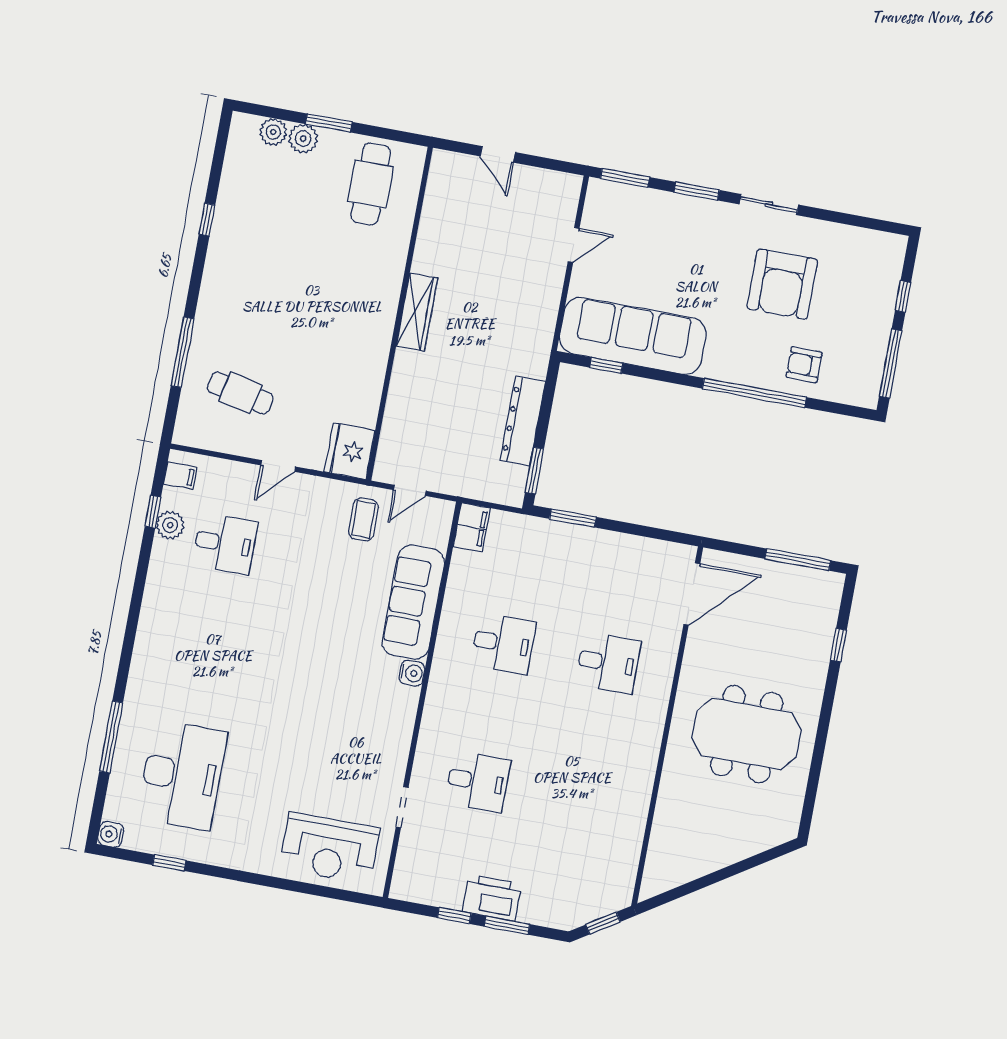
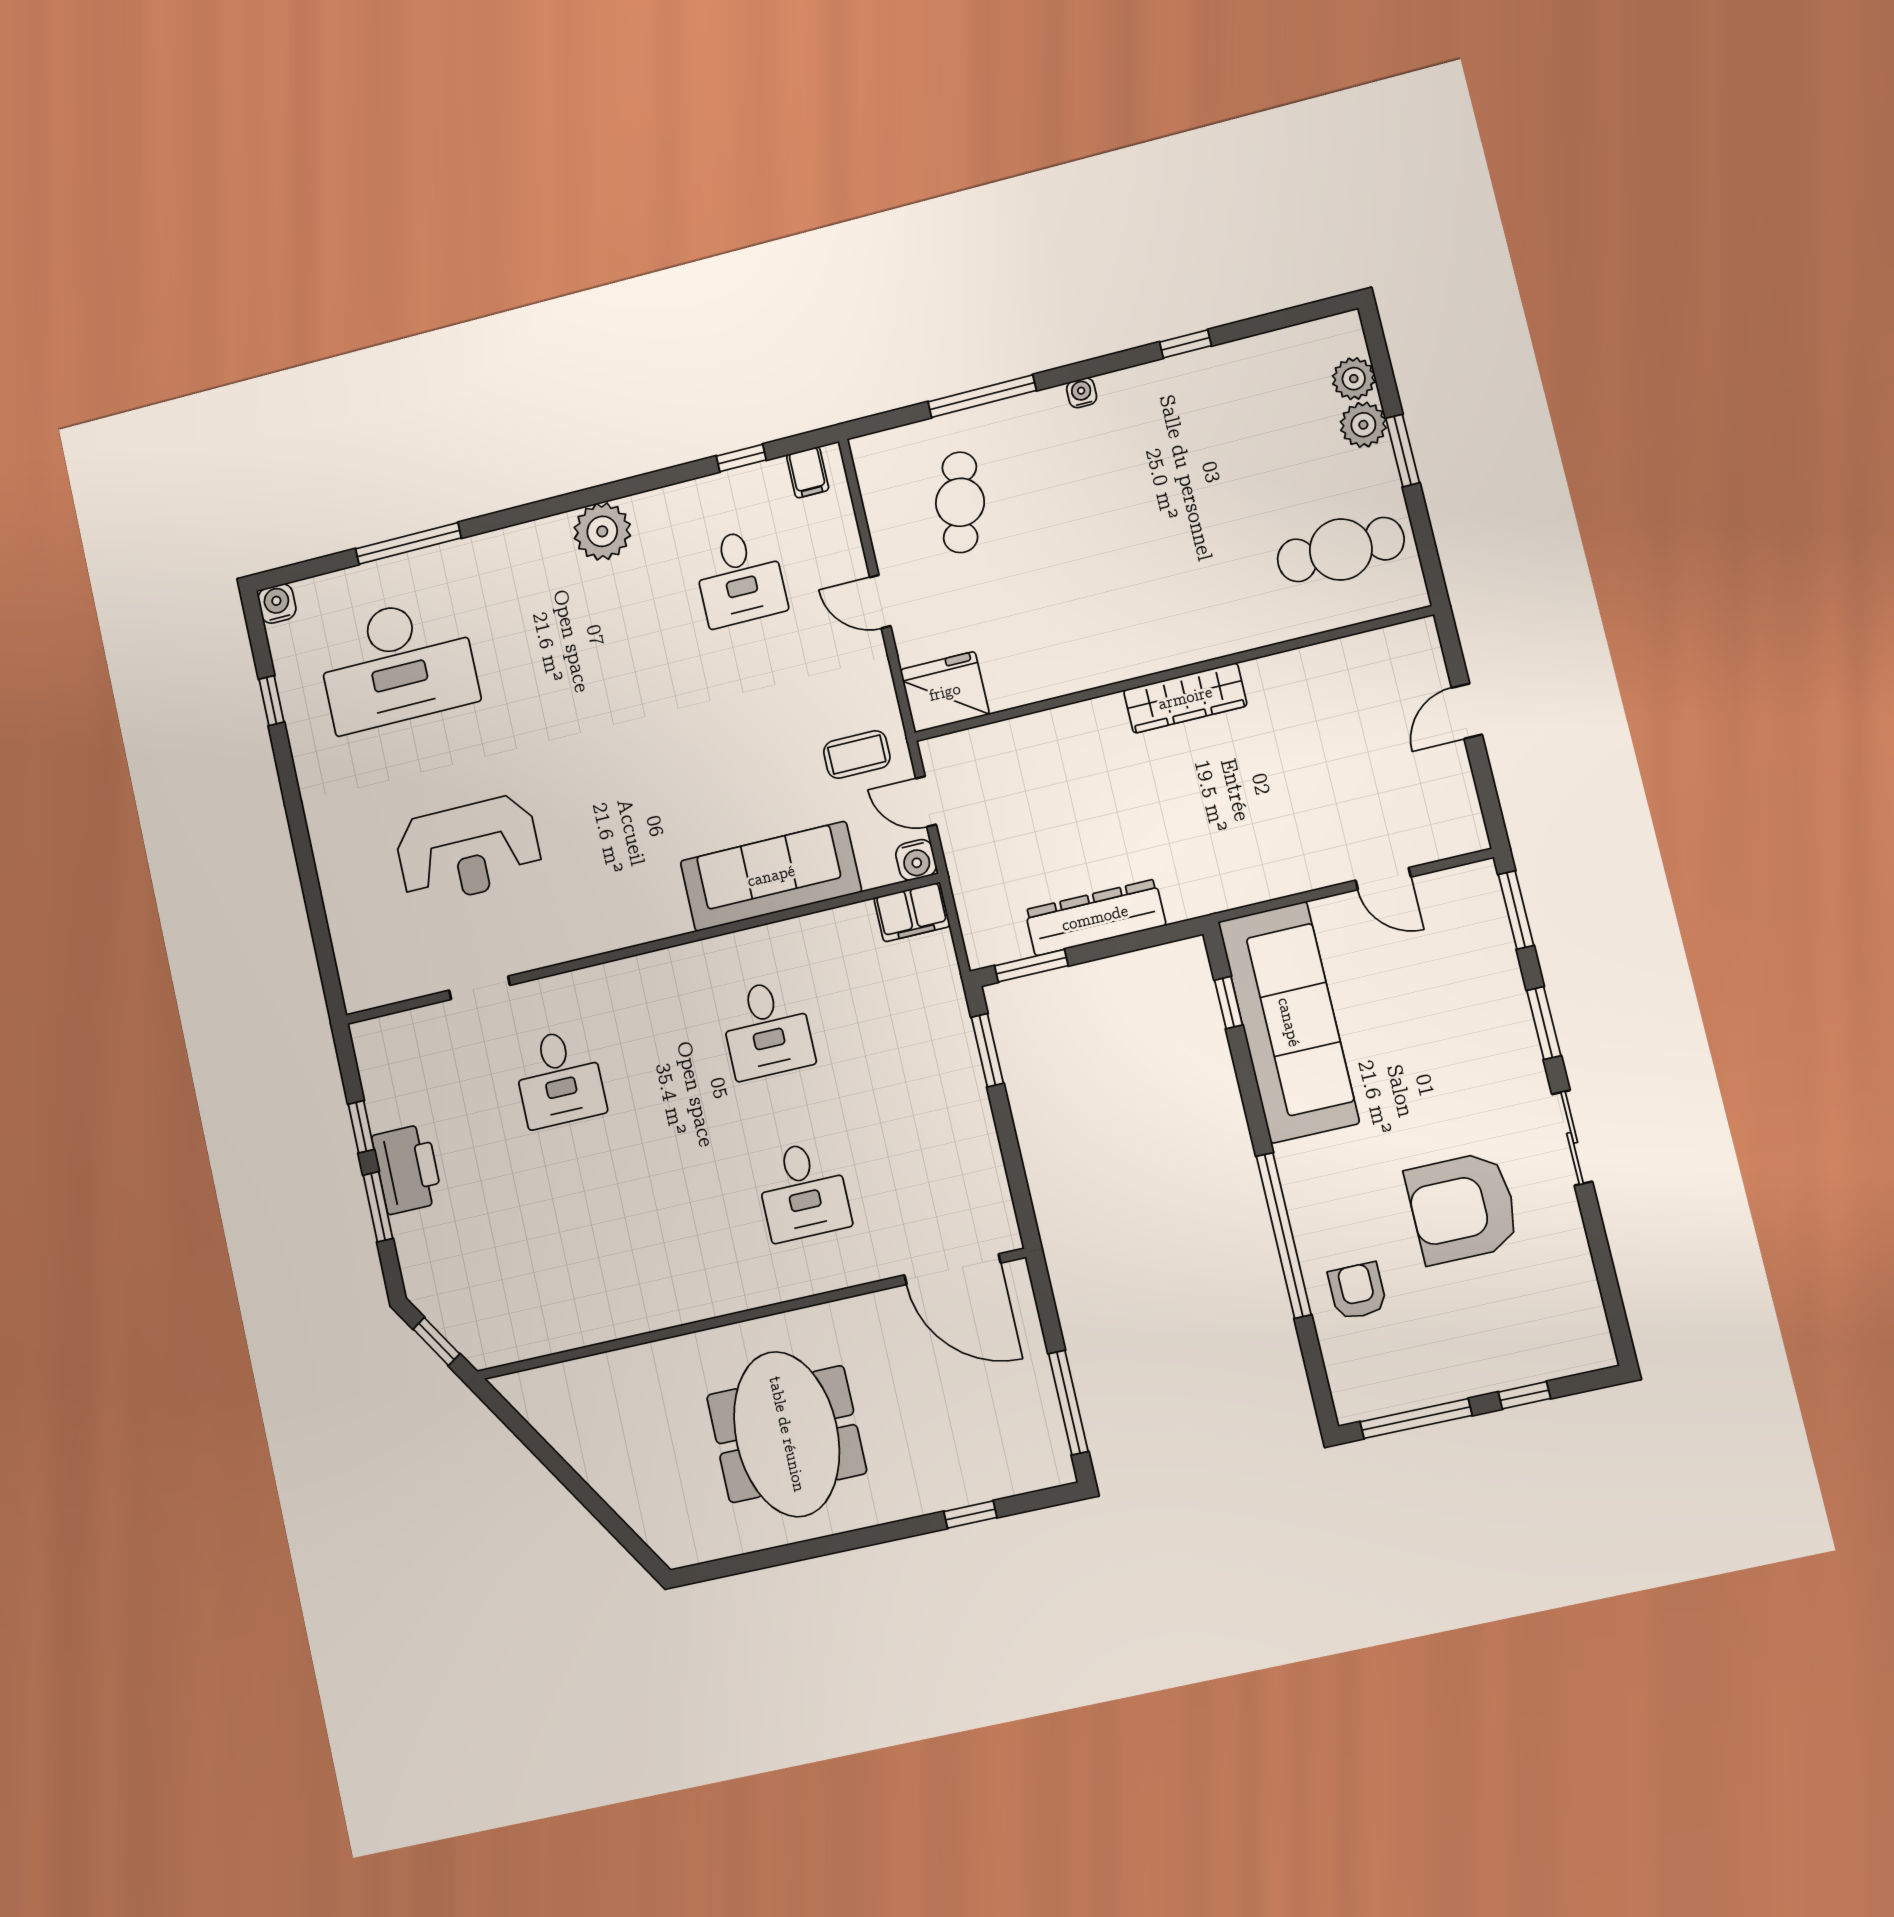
water cooler: (208, 293) -> (1082, 393), added
plant: (170, 525) -> (602, 531), moved, width x1.36, depth x1.36
water cooler: (412, 673) -> (916, 860), moved
reception desk: (330, 848) -> (468, 850), moved, turned -90

